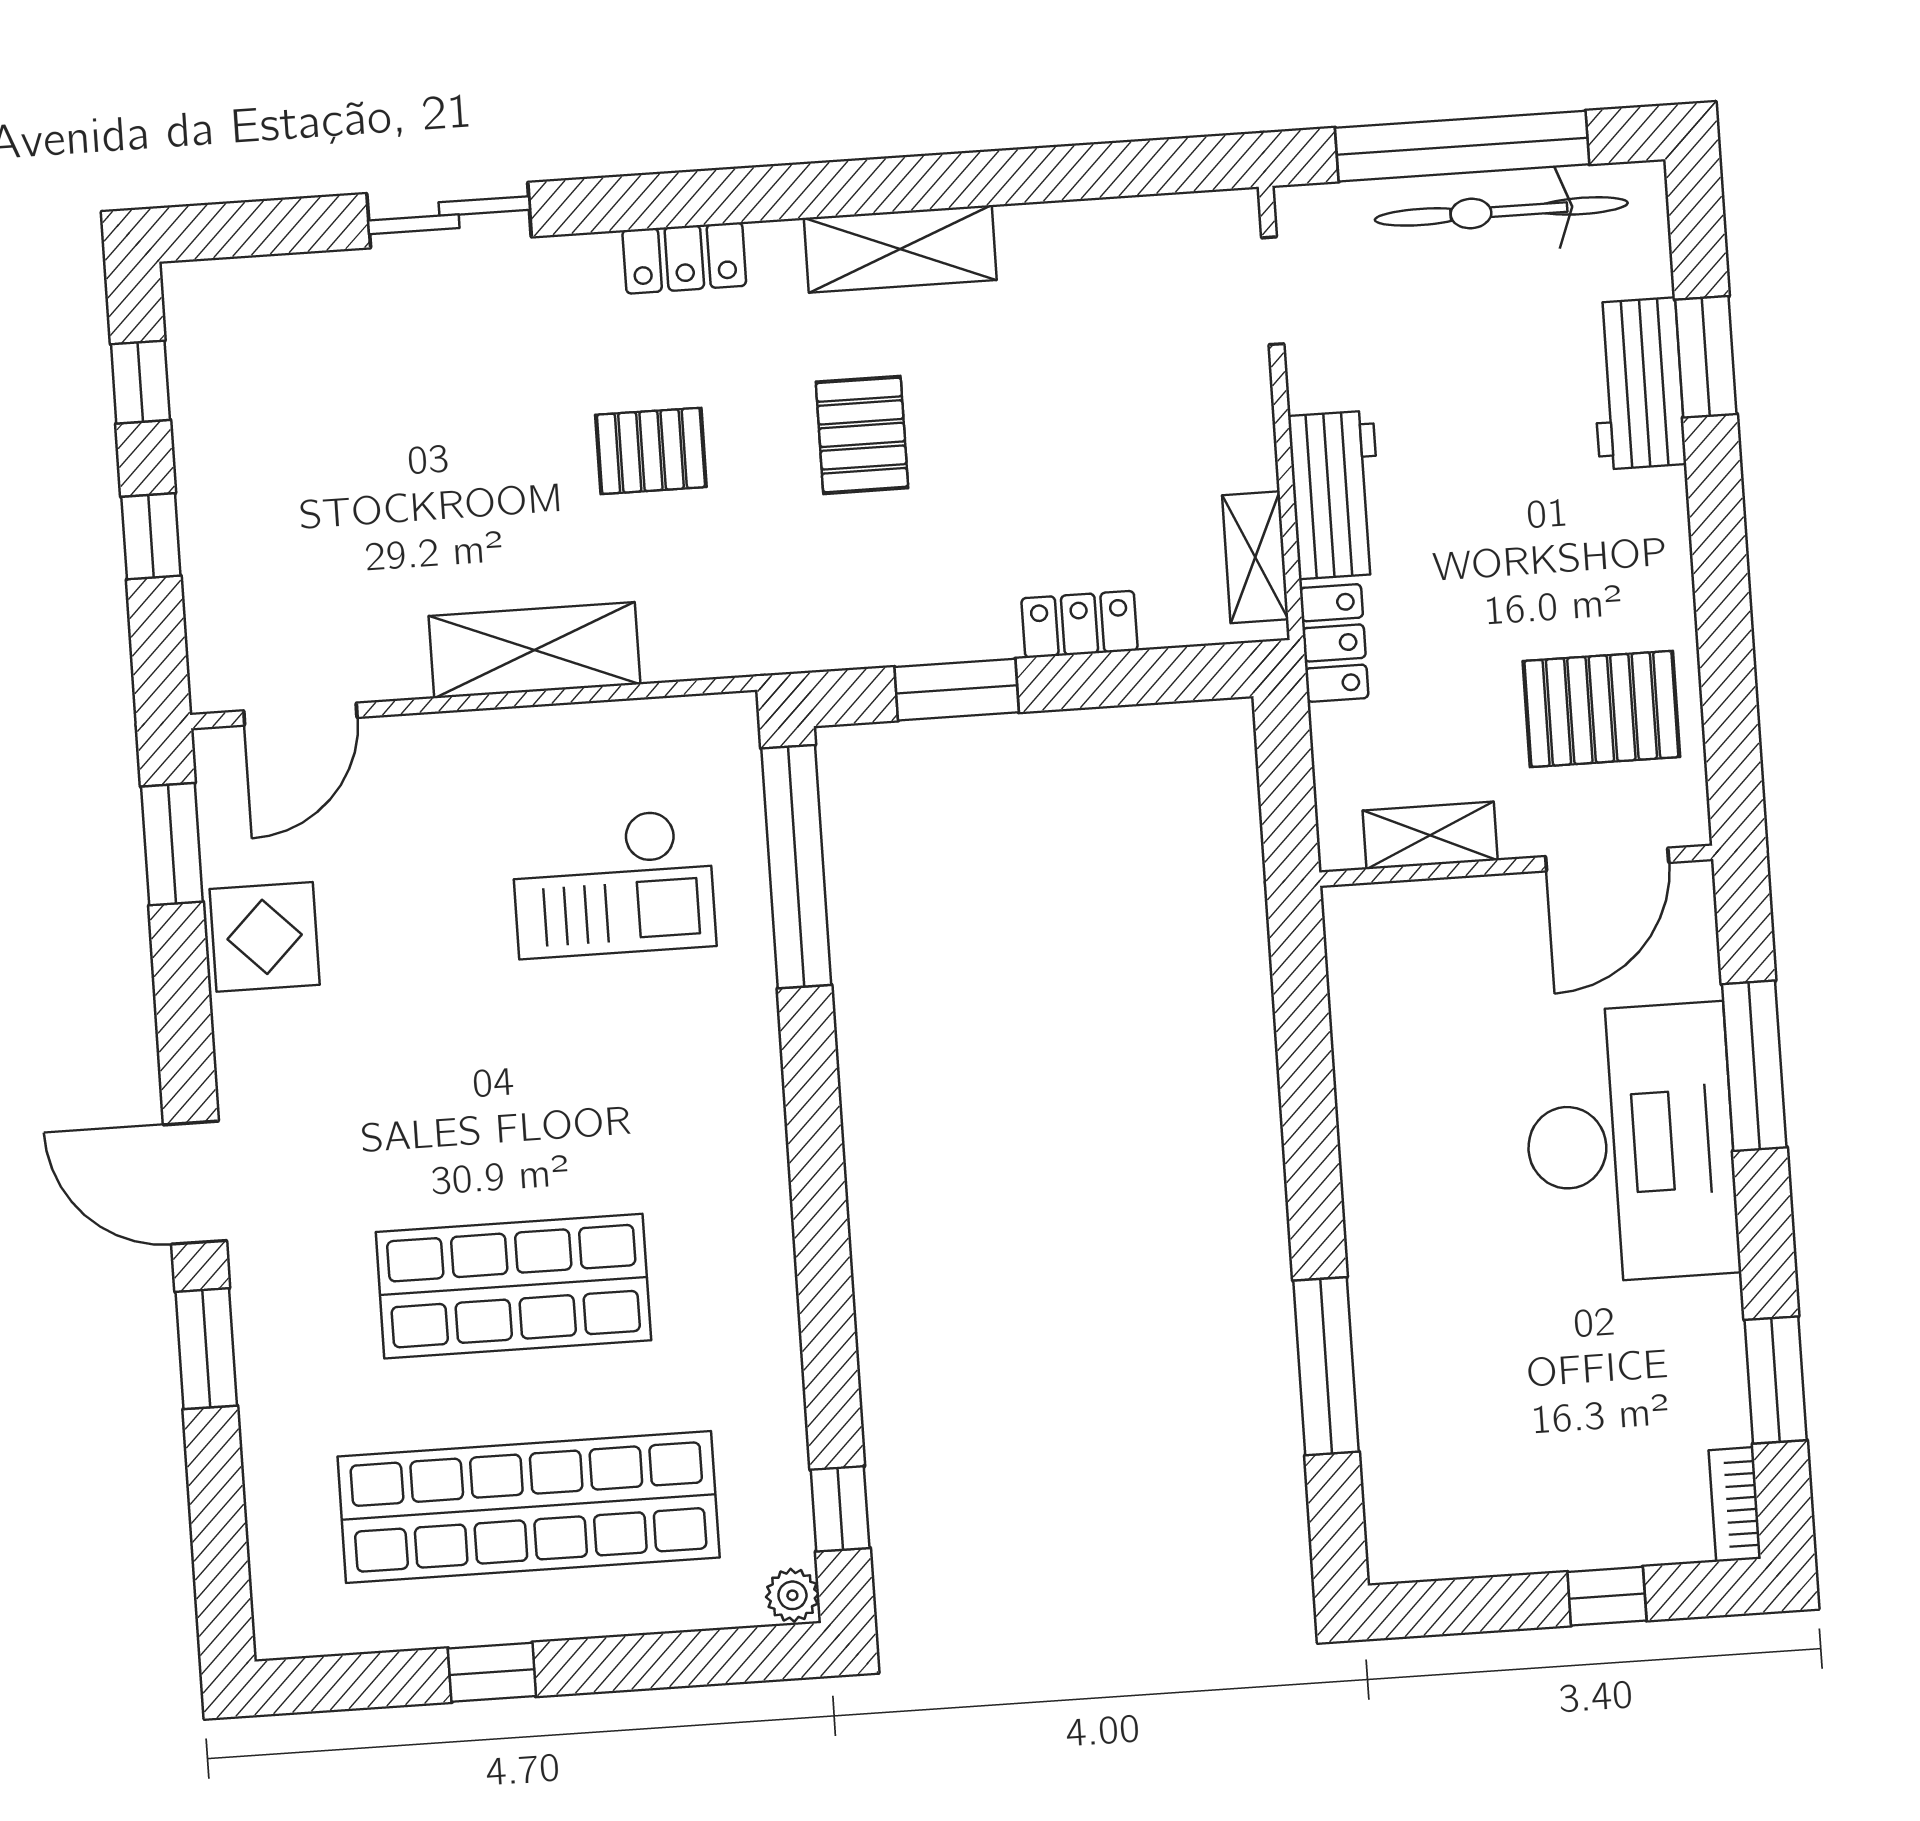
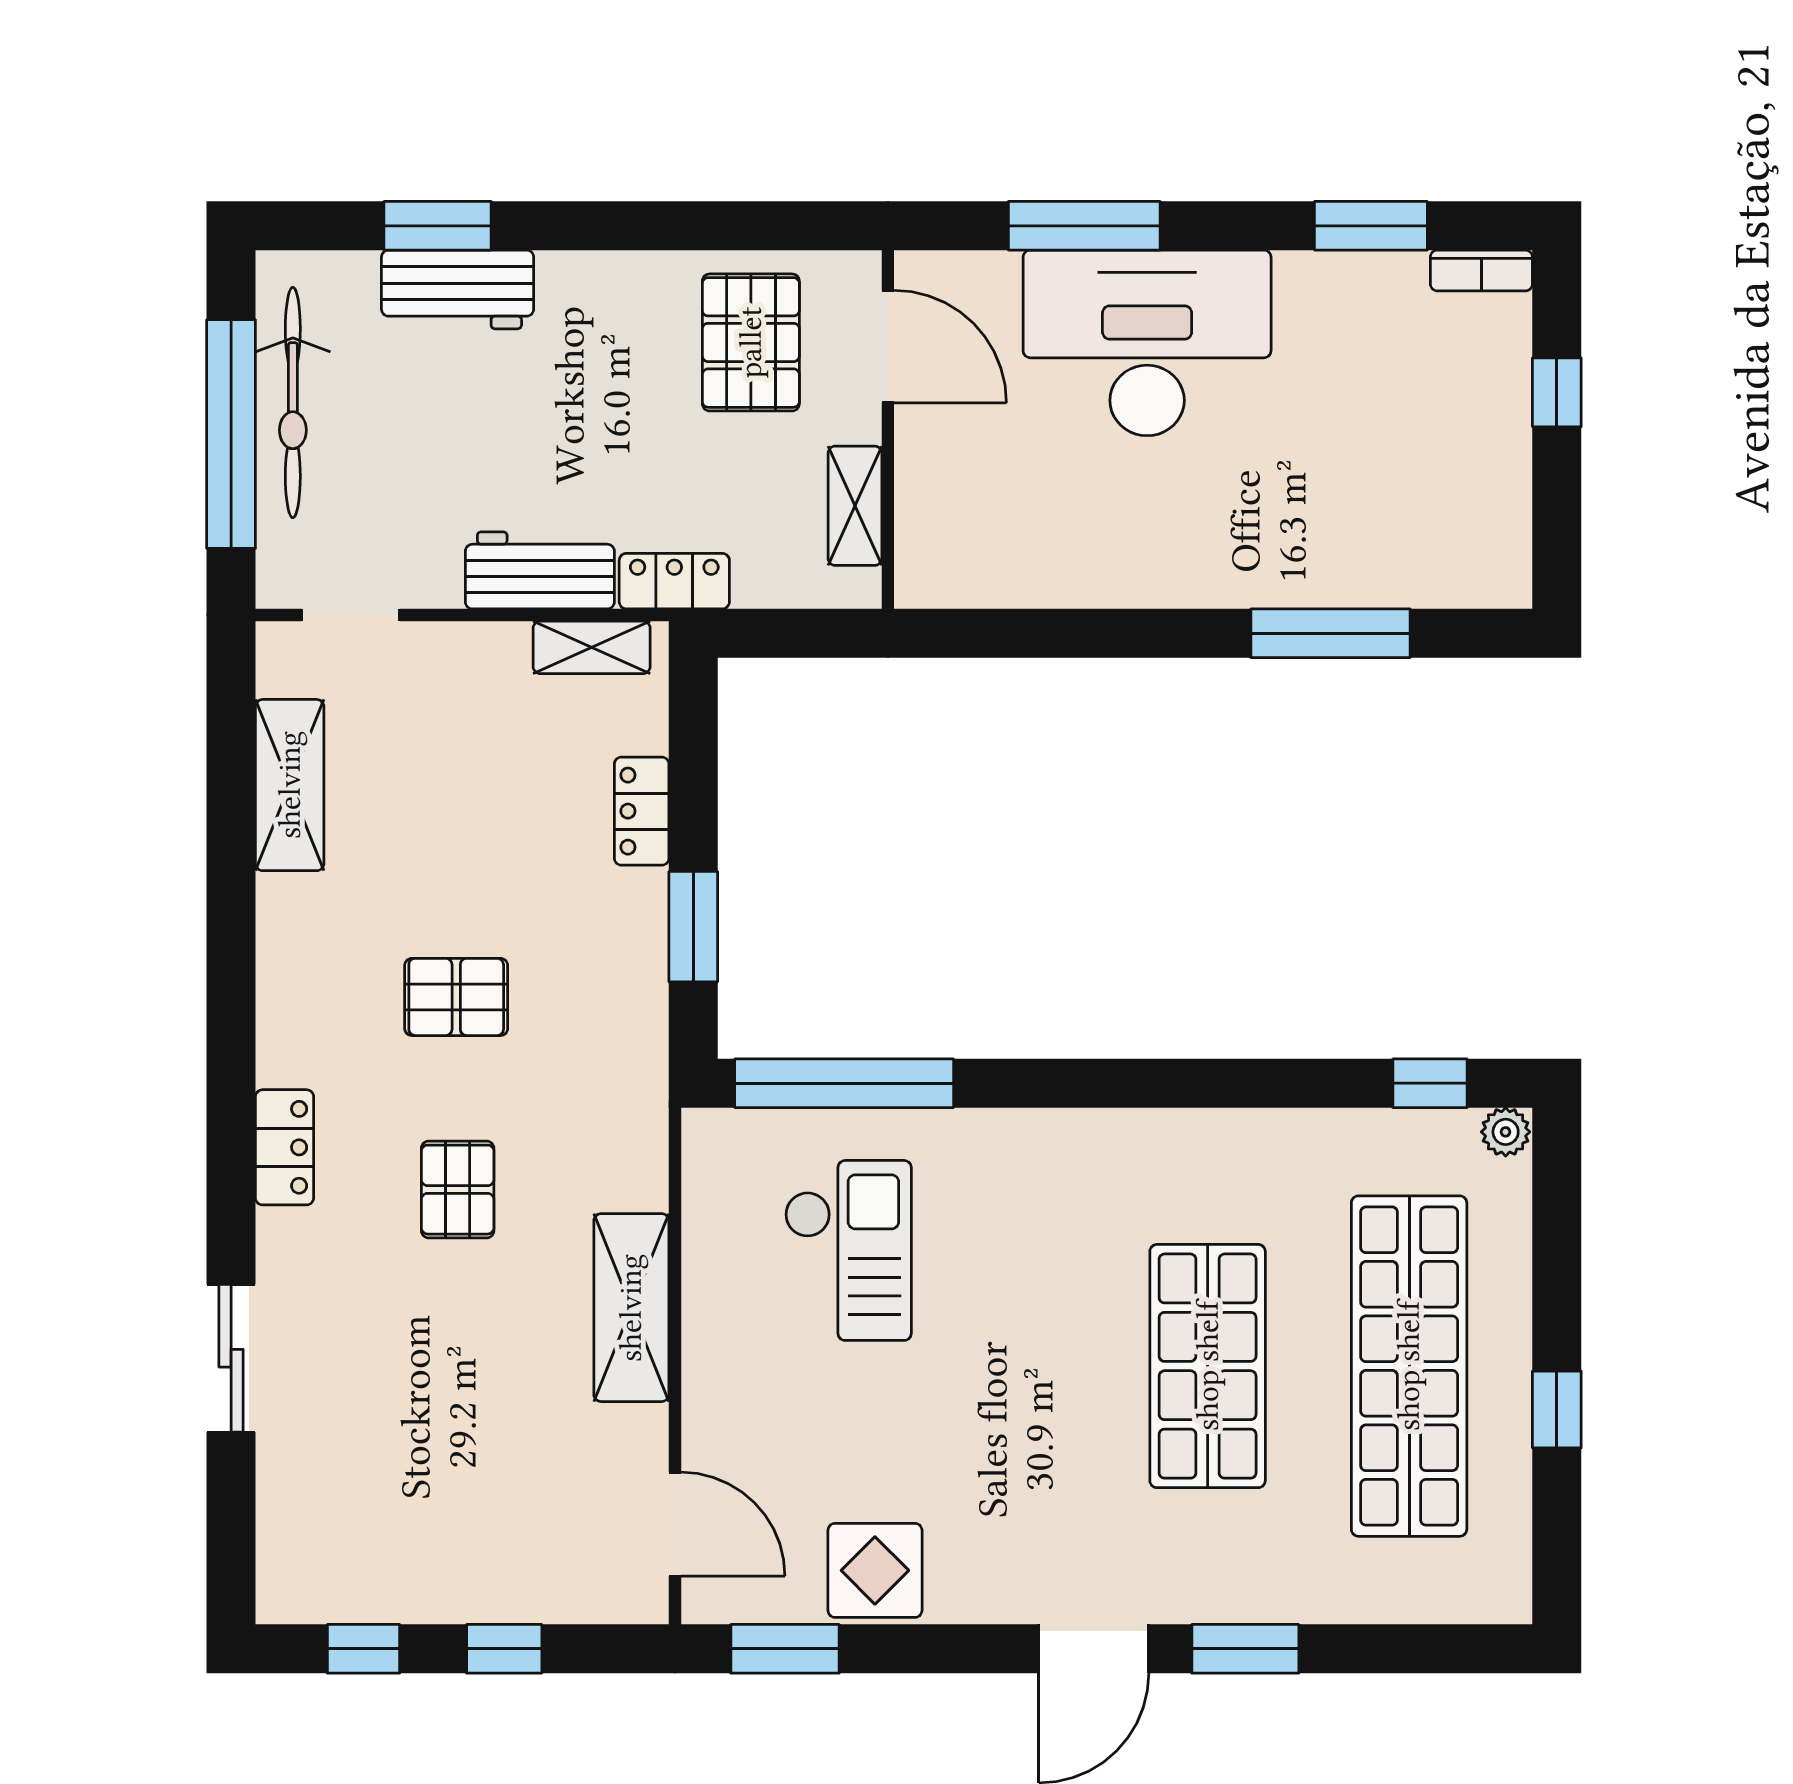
shelving: (900, 249) -> (290, 785), moved

